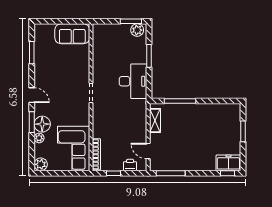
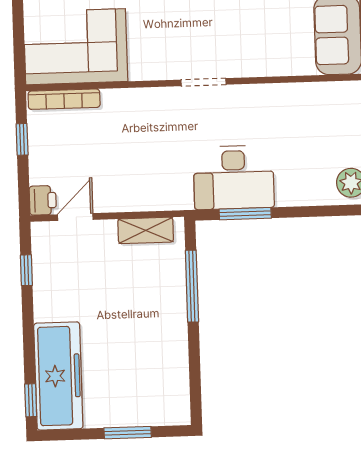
window: (149, 56) -> (245, 214), moved
freezer: (228, 163) -> (58, 376), width x1.91, depth x1.26
printer: (130, 165) -> (43, 200), moved
window: (171, 173) -> (26, 270), width x0.46

